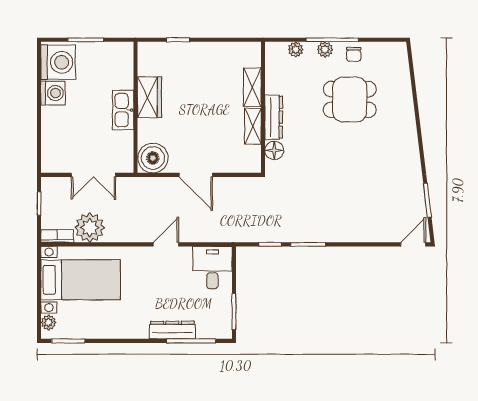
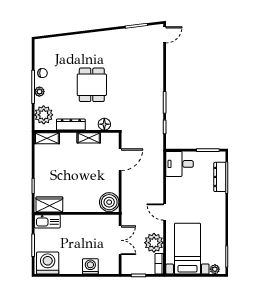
plant: (296, 49) -> (44, 115), width x1.87, depth x1.87
shelving: (252, 87) -> (47, 138), moved
washing machine: (53, 93) -> (90, 266), moved
wardrobe: (149, 97) -> (49, 204), moved
dining table: (350, 100) -> (92, 85), moved
kitchen sink: (123, 110) -> (47, 221), moved
dresser: (274, 117) -> (71, 125), moved
door: (196, 175) -> (120, 160), moved
door: (166, 244) -> (165, 212), moved
door: (413, 244) -> (165, 35), swing flipped
dresser: (172, 330) -> (220, 177), moved

